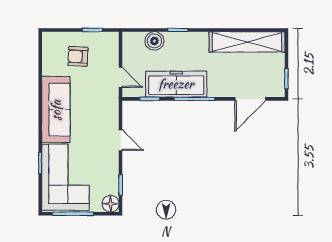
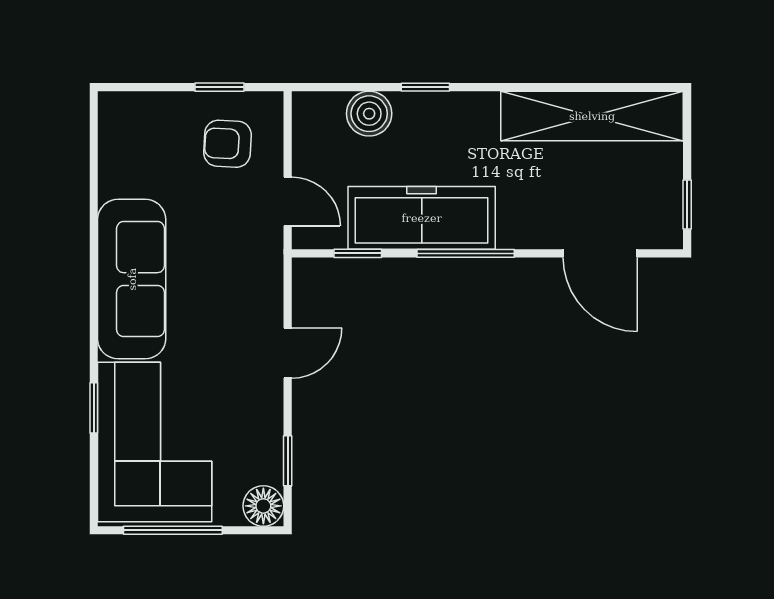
armchair: (78, 56) -> (227, 144), moved
door: (250, 99) -> (600, 253), hinge flipped
door: (121, 140) -> (288, 353), hinge flipped

